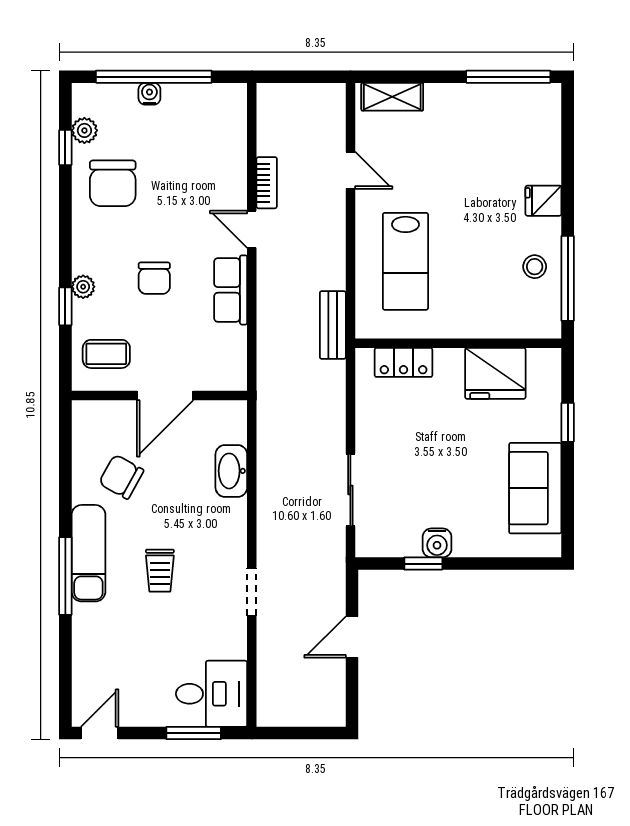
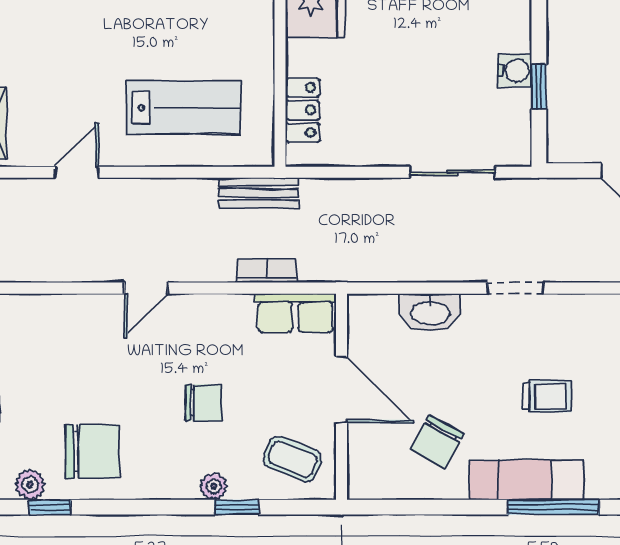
bookcase: (267, 183) -> (267, 271), moved
row of seats: (231, 290) -> (295, 313), moved
coffee table: (106, 354) -> (293, 459), turned -68
doorway: (252, 592) -> (515, 288), moved

